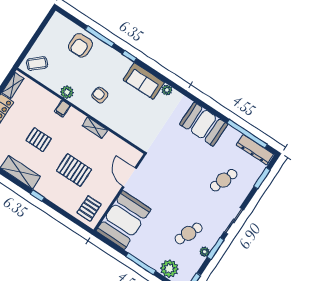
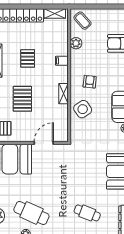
plant: (67, 92) -> (76, 43), moved
side table: (122, 119) -> (83, 109), added
cafe table: (189, 233) -> (31, 213), width x1.37, depth x1.35

